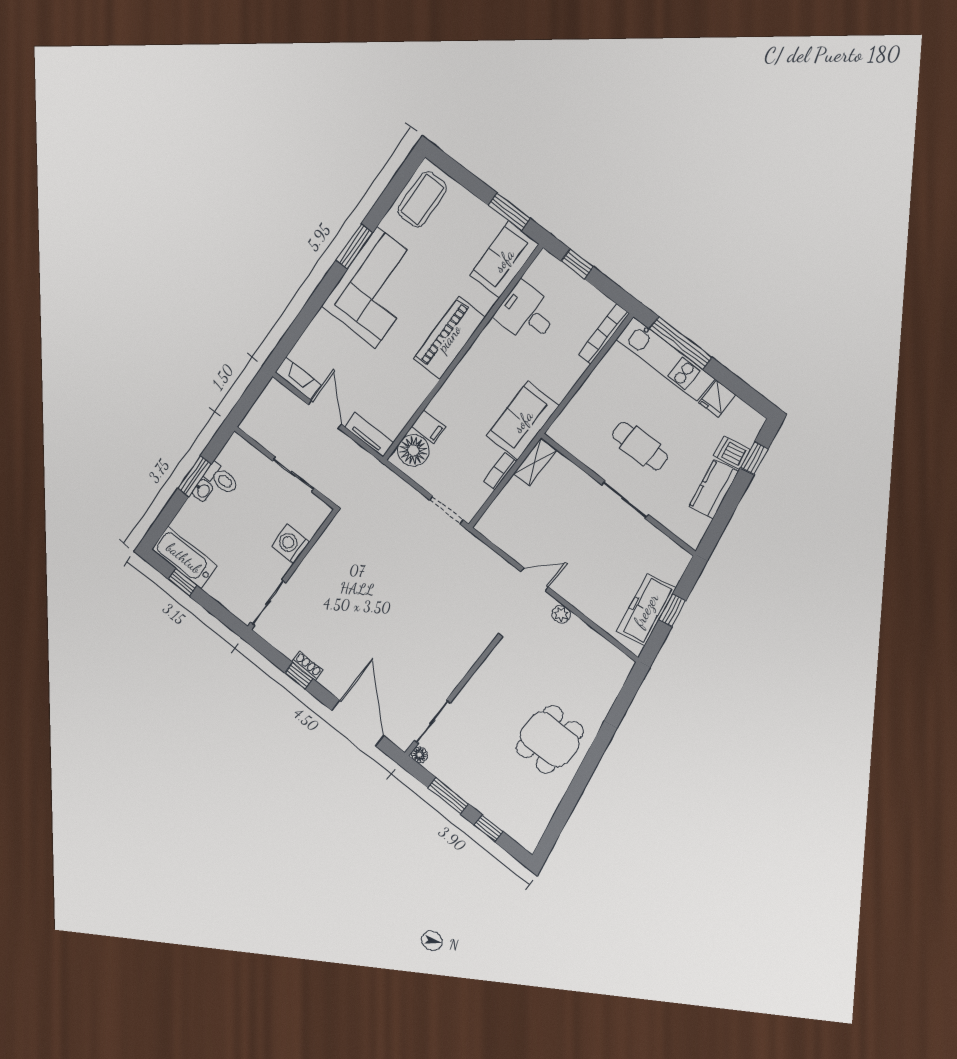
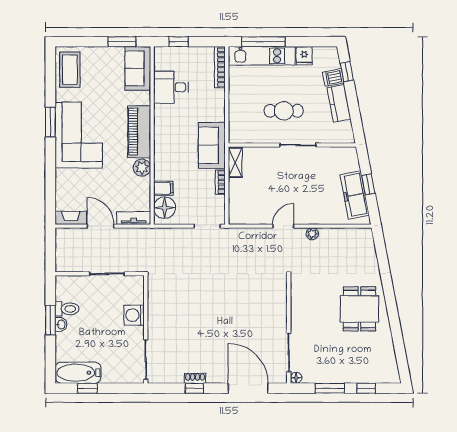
plant: (421, 383) -> (142, 168), added

